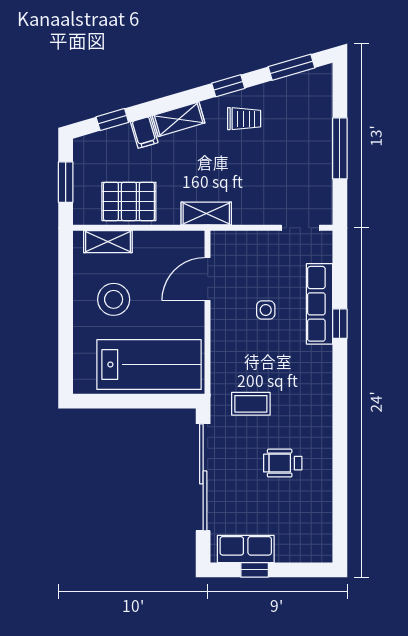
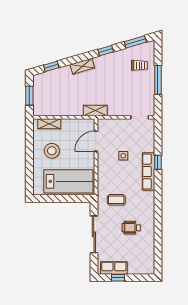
trolley: (244, 119) -> (139, 65), moved
filing cabinet: (144, 132) -> (66, 72), removed
pallet: (129, 201) -> (59, 105), removed
row of seats: (320, 304) -> (148, 172), moved
sliding door: (203, 477) -> (94, 234), width x0.73

